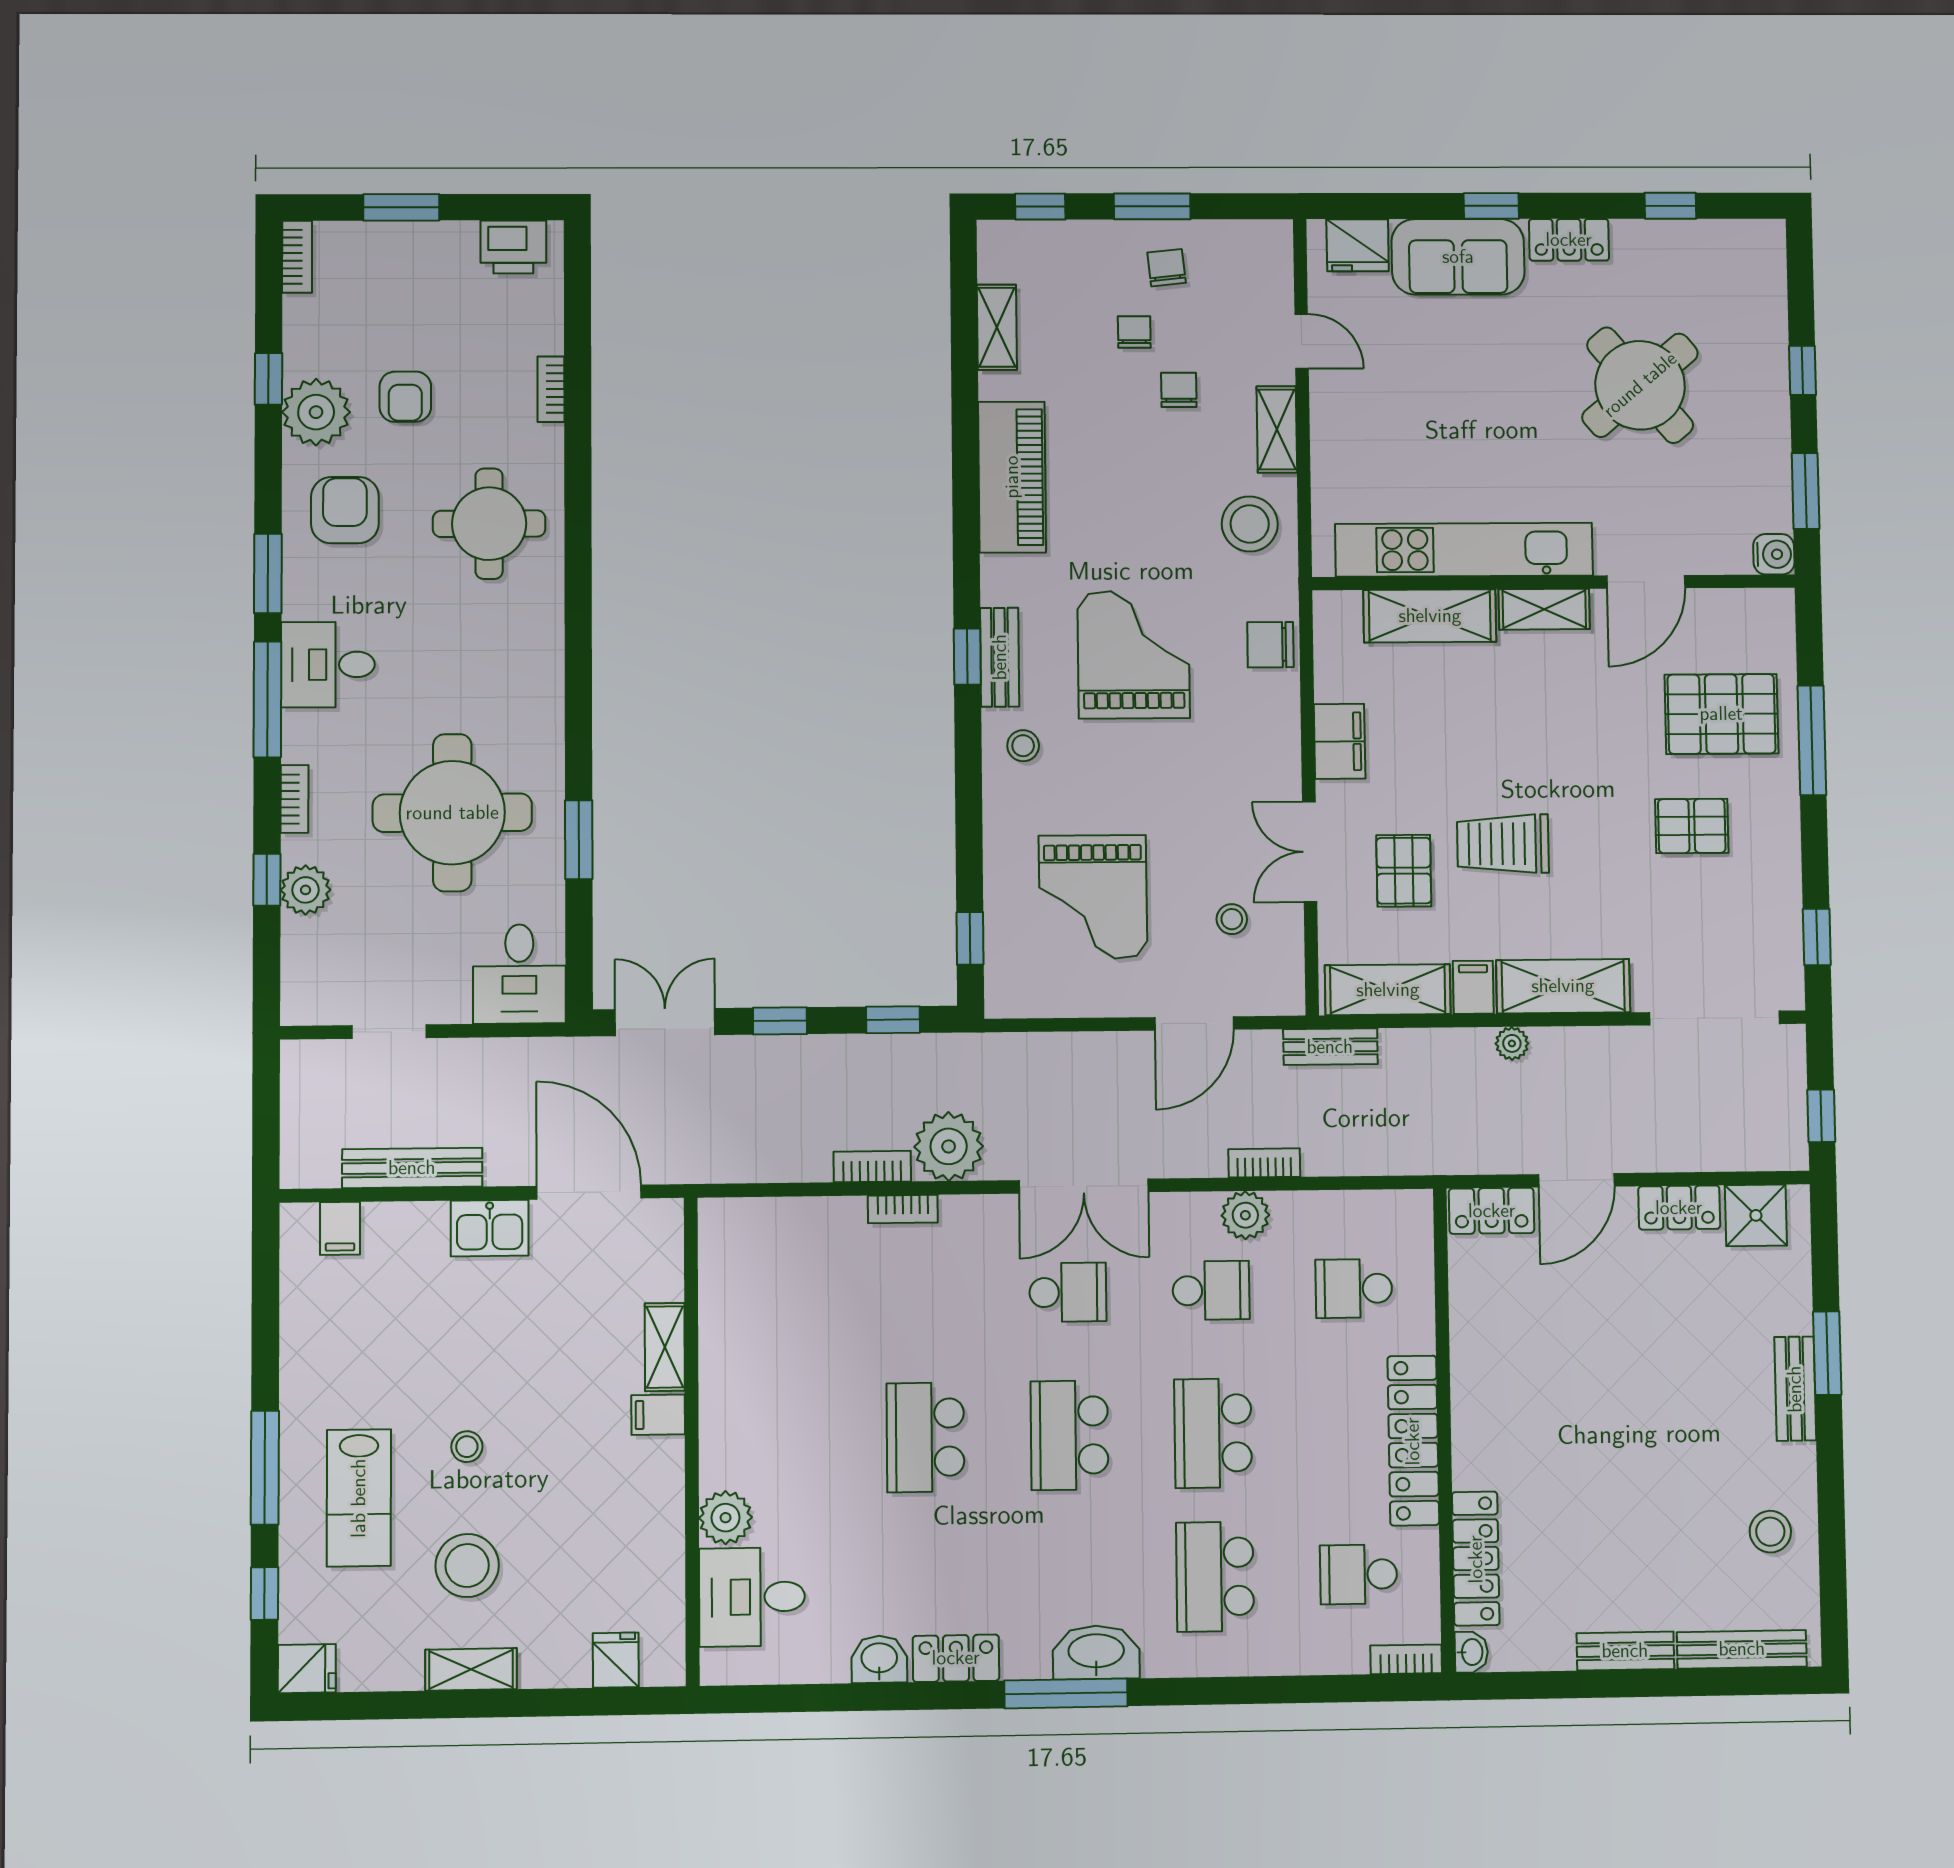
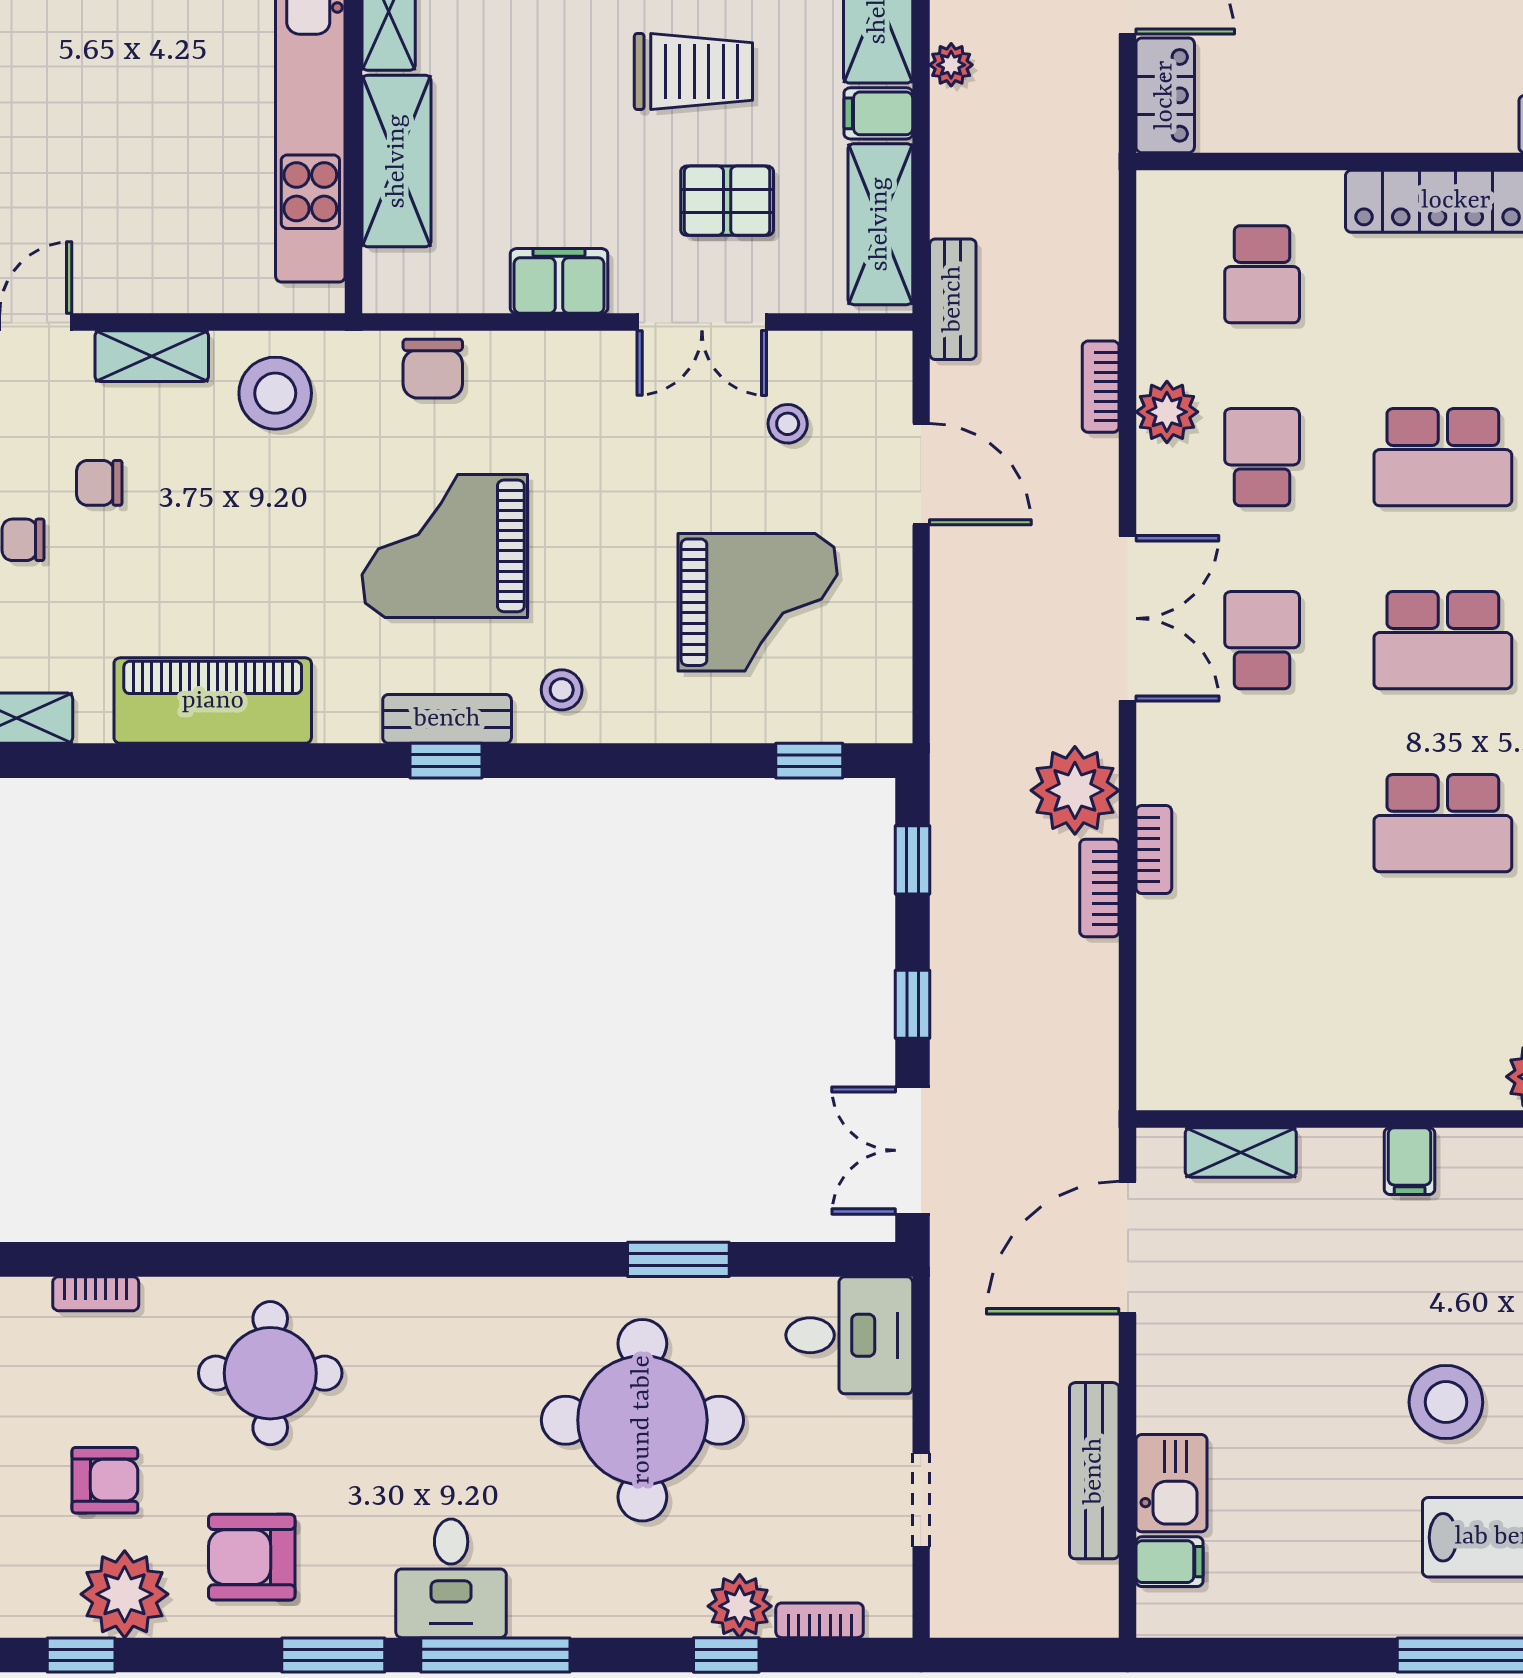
bookcase: (294, 799) -> (820, 1620), moved
trolley: (1503, 844) -> (693, 71), turned -90
kitchen sink: (490, 1228) -> (1172, 1483), moved
shelving: (665, 1347) -> (1241, 1152), moved
stool: (467, 1447) -> (1446, 1402), width x1.89, depth x1.89

